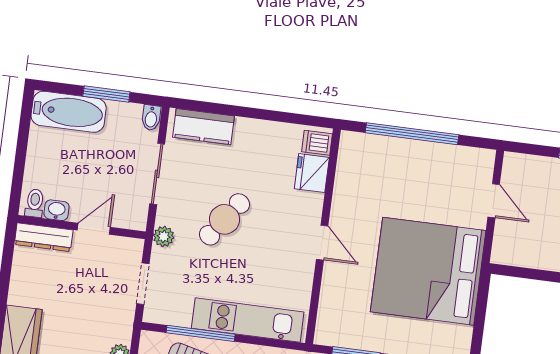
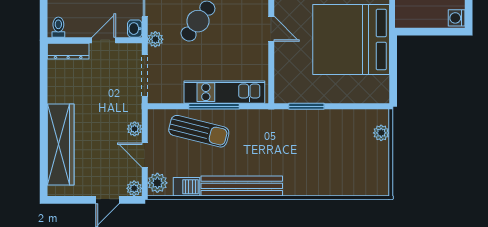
washbasin: (57, 210) -> (135, 29), moved, turned -90
doorway: (143, 284) -> (145, 76), width x1.38
window: (201, 333) -> (214, 106), moved

